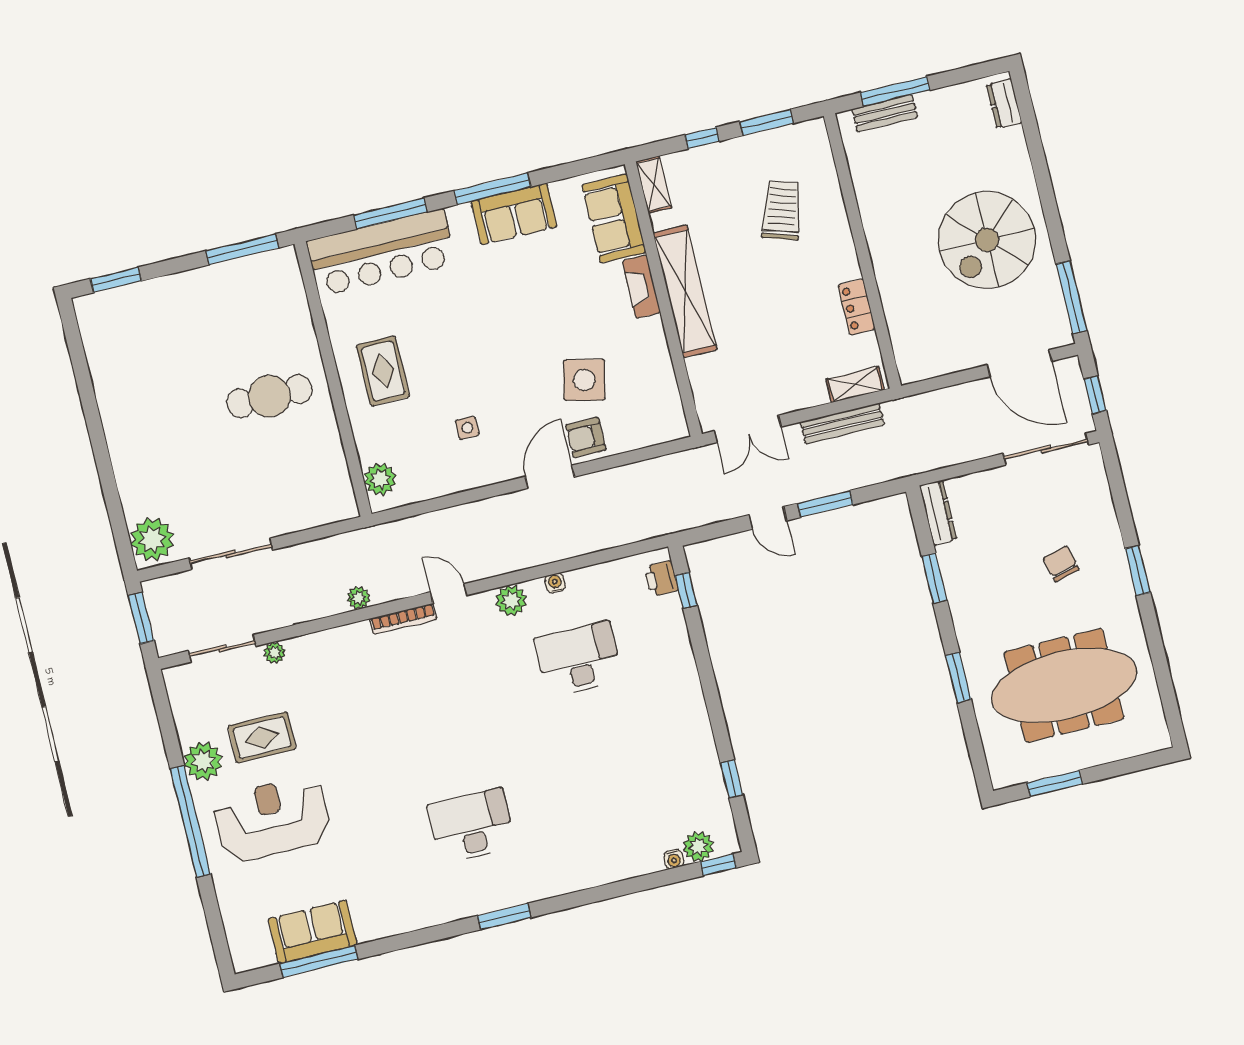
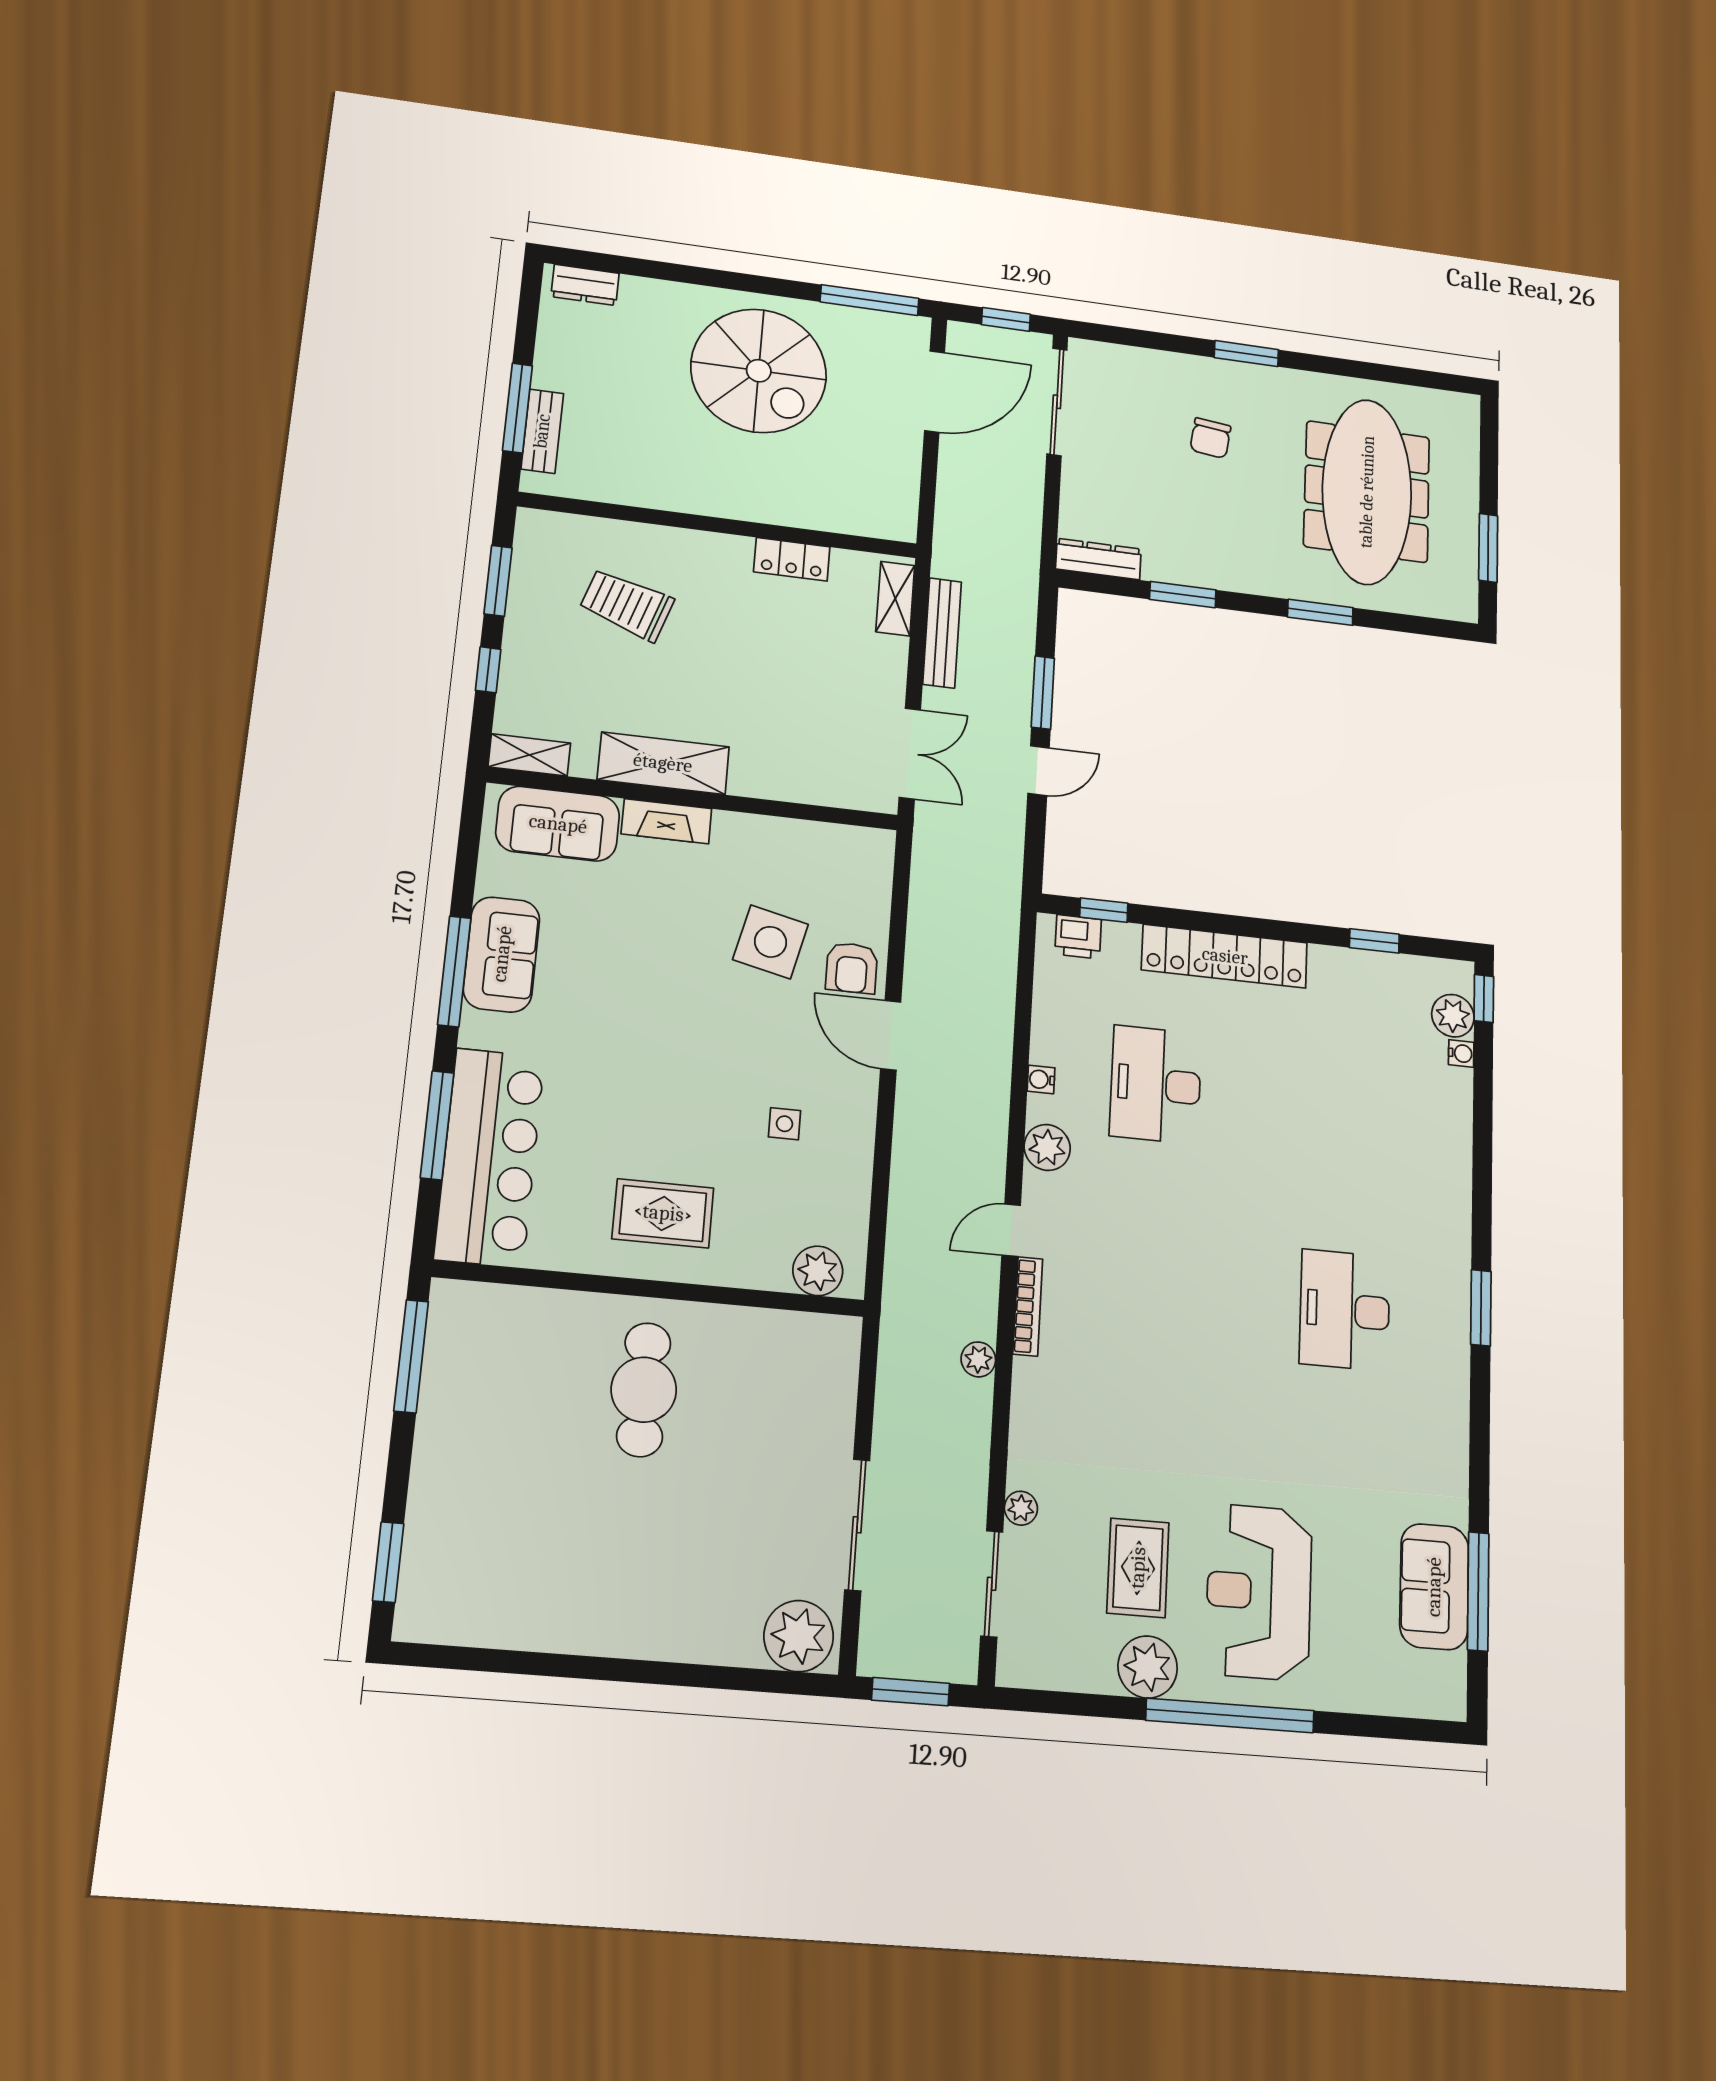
shelving: (685, 291) -> (663, 763), width x0.68
chair: (1061, 564) -> (1210, 438), turned -69
locker: (683, 680) -> (1225, 956), added

